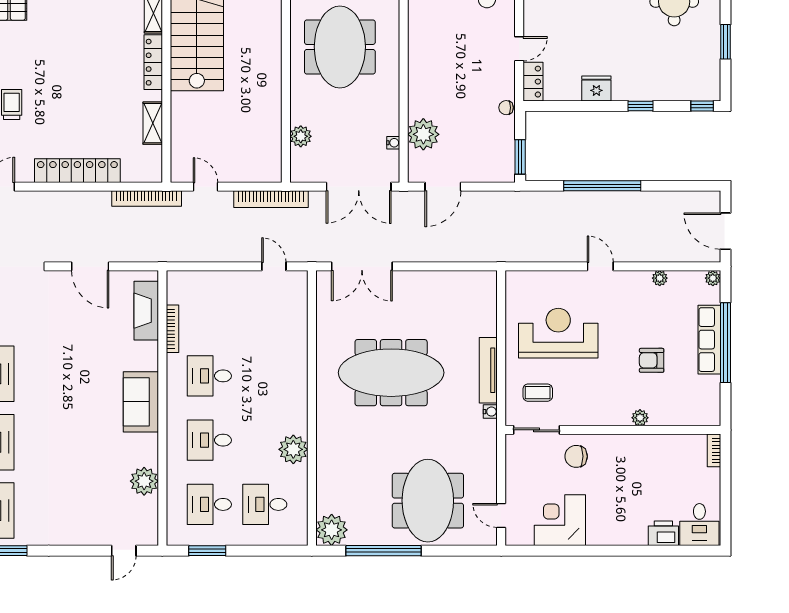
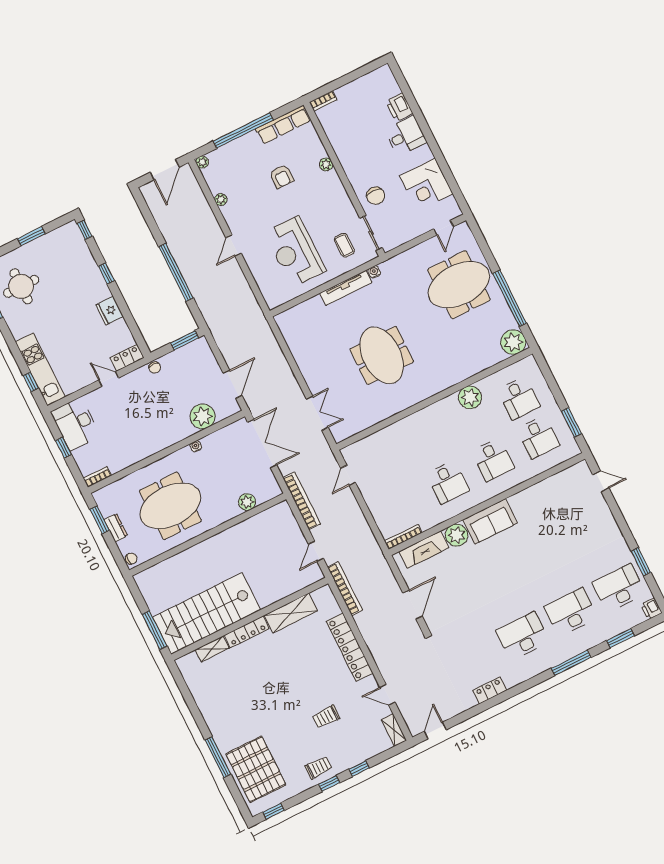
shelving: (153, 123) -> (291, 613), width x1.50, depth x1.33
water cooler: (393, 143) -> (196, 446), moved
door: (443, 187) -> (233, 384), hinge flipped
double door: (362, 266) -> (317, 413), width x0.73
bookcase: (172, 329) -> (403, 537), moved
row of seats: (709, 340) -> (283, 125), moved
meeting table: (391, 373) -> (382, 355), width x0.73
plant: (144, 481) -> (457, 535), moved
desk: (699, 525) -> (406, 136), moved

